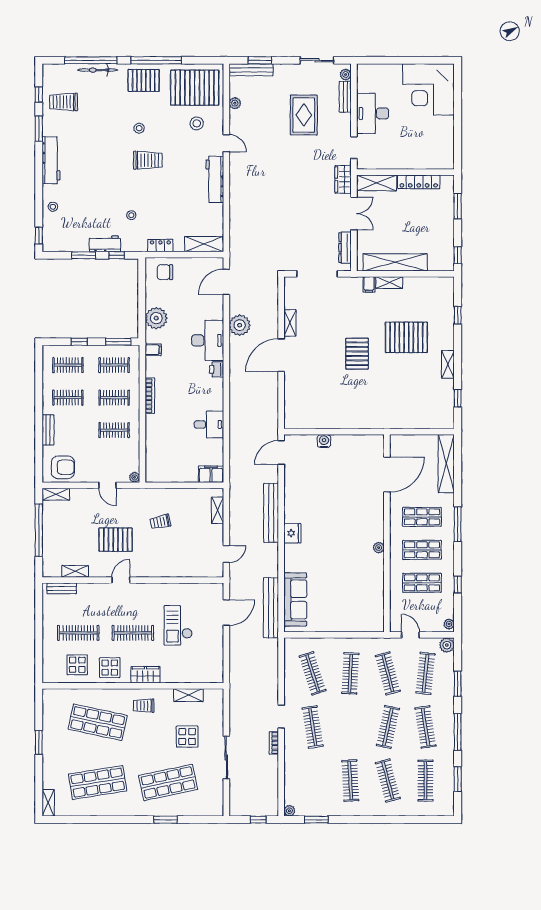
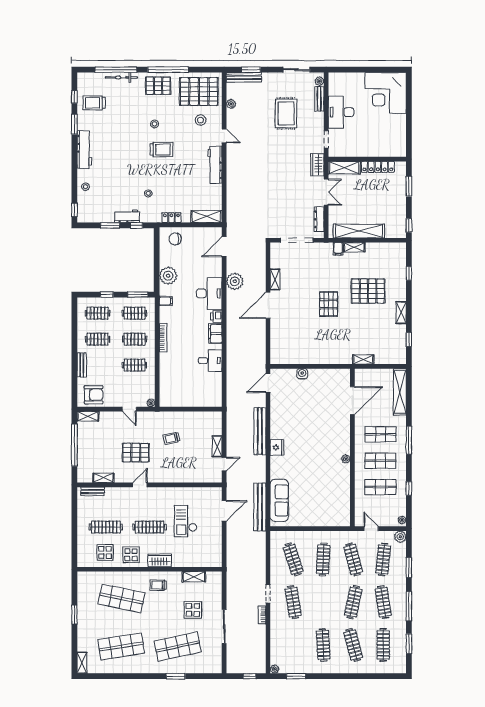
shelving: (400, 423) -> (363, 359), added
filing cabinet: (211, 474) -> (215, 334), moved, turned -90
shelving: (218, 510) -> (217, 446), moved

